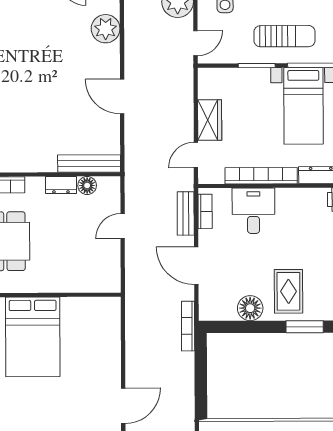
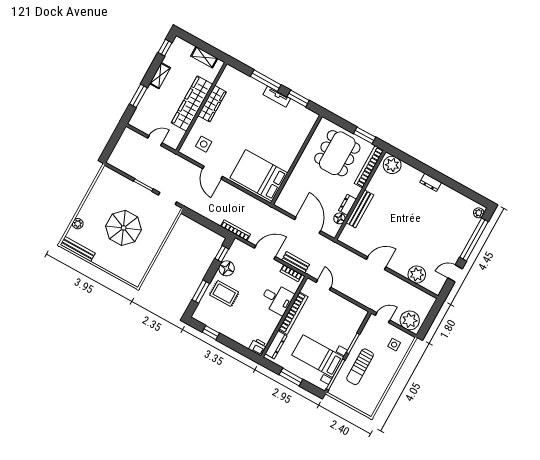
door: (195, 43) -> (383, 318), swing flipped
wardrobe: (210, 120) -> (338, 302), removed
bench: (89, 163) -> (360, 209), moved
door: (123, 226) -> (308, 225), width x1.88
window: (233, 327) -> (222, 254), added
bed: (33, 337) -> (259, 175), moved

